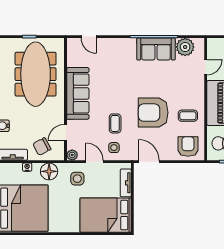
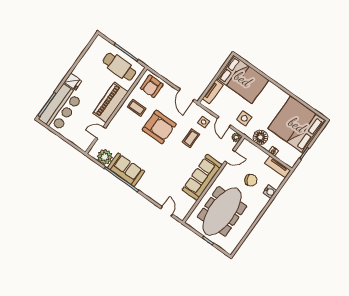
chair: (42, 147) -> (251, 180), moved

